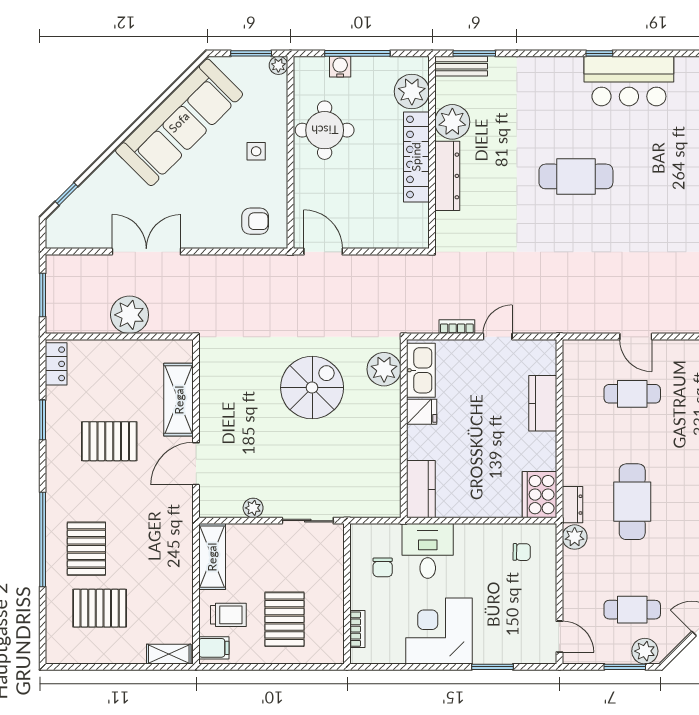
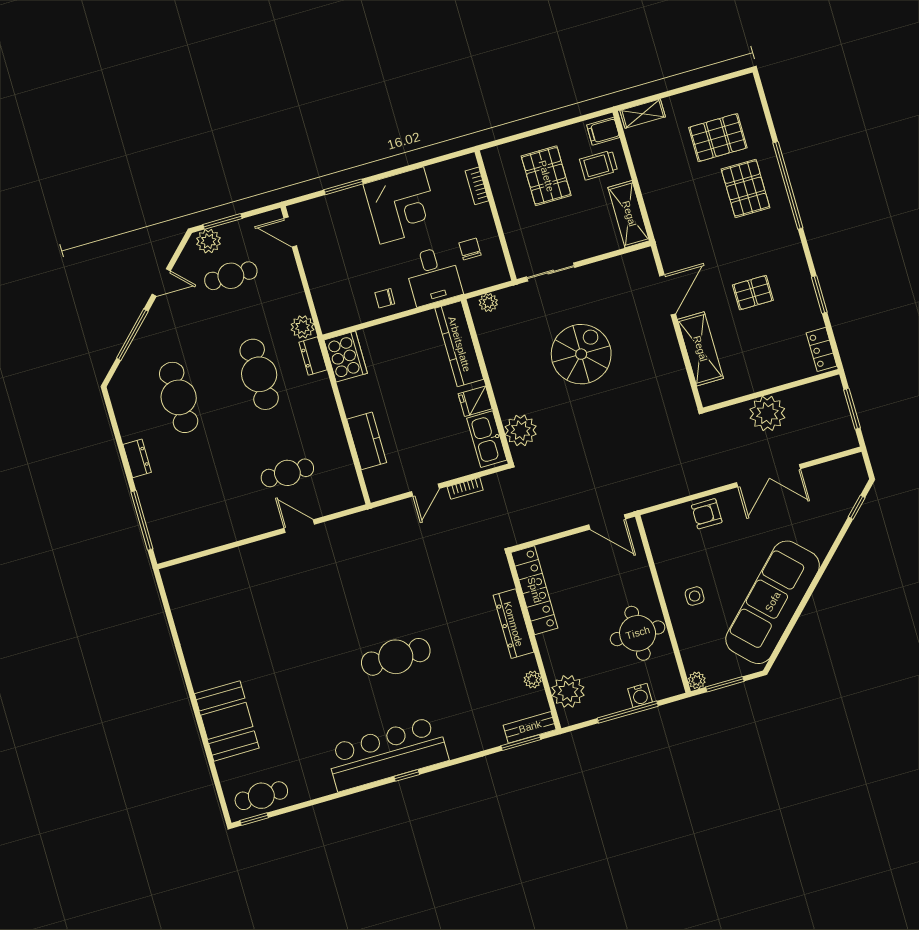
bar counter: (629, 81) -> (387, 754), width x1.36
plant: (452, 122) -> (533, 680), width x0.53, depth x0.53
locker: (416, 157) -> (534, 590), moved
armchair: (255, 221) -> (707, 514), moved
spiral stairs: (312, 388) -> (581, 354), moved, turned 180
pallet: (109, 441) -> (753, 293), width x0.67, depth x0.71
kitchen counter: (421, 489) -> (459, 344), width x1.50
plant: (253, 508) -> (488, 302), moved
chair: (522, 552) -> (385, 298), moved

